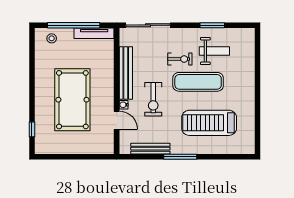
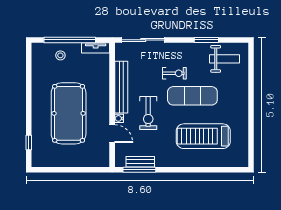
tv unit: (94, 33) -> (96, 48), width x0.71
stool: (52, 38) -> (60, 55), moved
weight bench: (214, 51) -> (225, 59), moved
bench: (150, 149) -> (140, 162), width x0.73
window: (180, 157) -> (139, 170), moved

